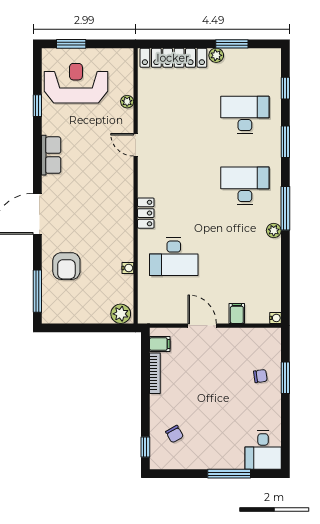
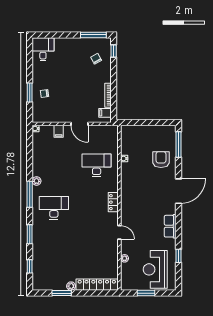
window: (71, 44) -> (146, 293), moved
reception desk: (76, 83) -> (155, 269), turned 90
desk: (245, 115) -> (54, 250), removed
desk: (245, 186) -> (54, 208), turned 180
locker: (146, 213) -> (113, 202), moved
plant: (121, 314) -> (128, 131), removed
window: (229, 474) -> (93, 35), moved

